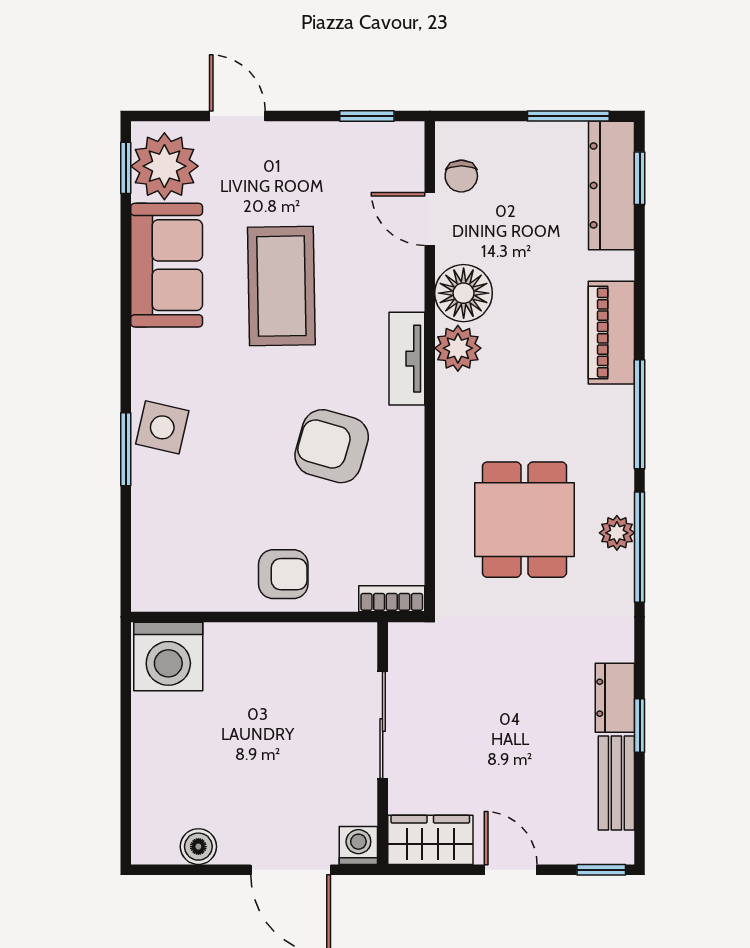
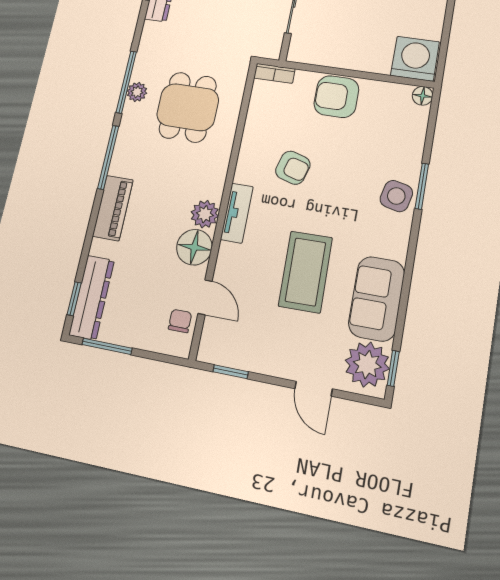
armchair: (332, 446) -> (293, 168), width x0.72, depth x0.72
armchair: (283, 574) -> (336, 97), width x1.38, depth x1.38
floor lamp: (147, 596) -> (423, 96), added

